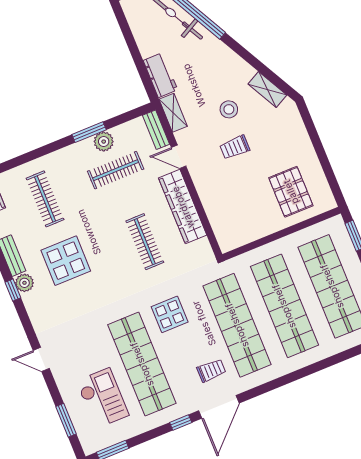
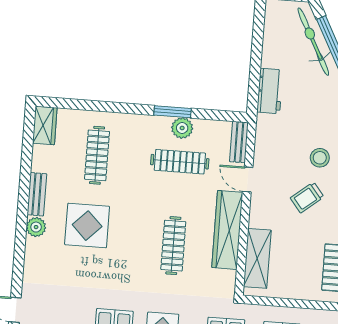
shelving: (173, 113) -> (257, 258), moved, width x1.50, depth x1.33
trolley: (235, 147) -> (307, 198), turned -39
window: (13, 290) -> (21, 228), removed

